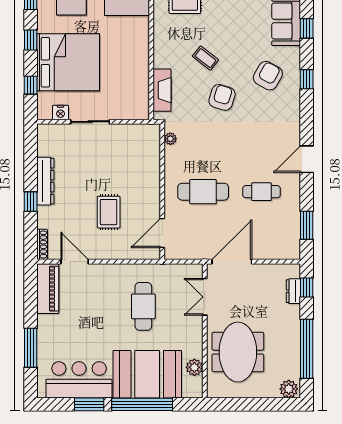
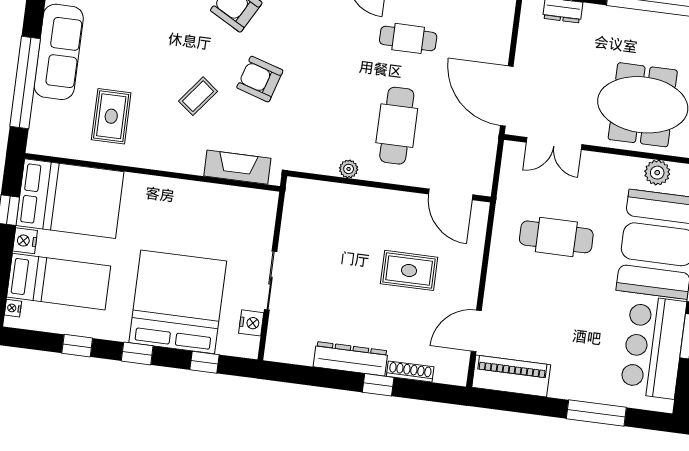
plant: (170, 139) -> (349, 169), moved
cafe table: (261, 192) -> (408, 38), turned 90
shoe rack: (42, 244) -> (410, 372), moved

